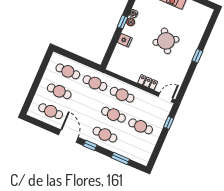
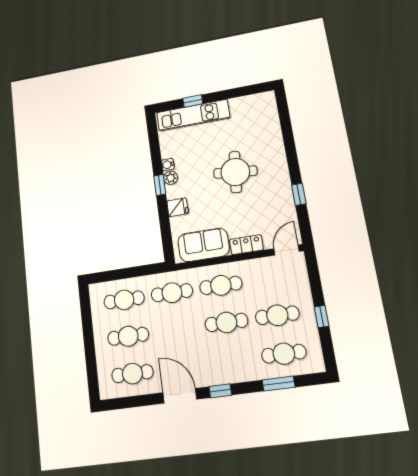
round table: (166, 41) -> (235, 172), turned 38
window: (197, 56) -> (299, 194), moved
sofa: (126, 69) -> (203, 245), added
window: (169, 123) -> (322, 316), moved
cafe table: (105, 135) -> (284, 354), moved

